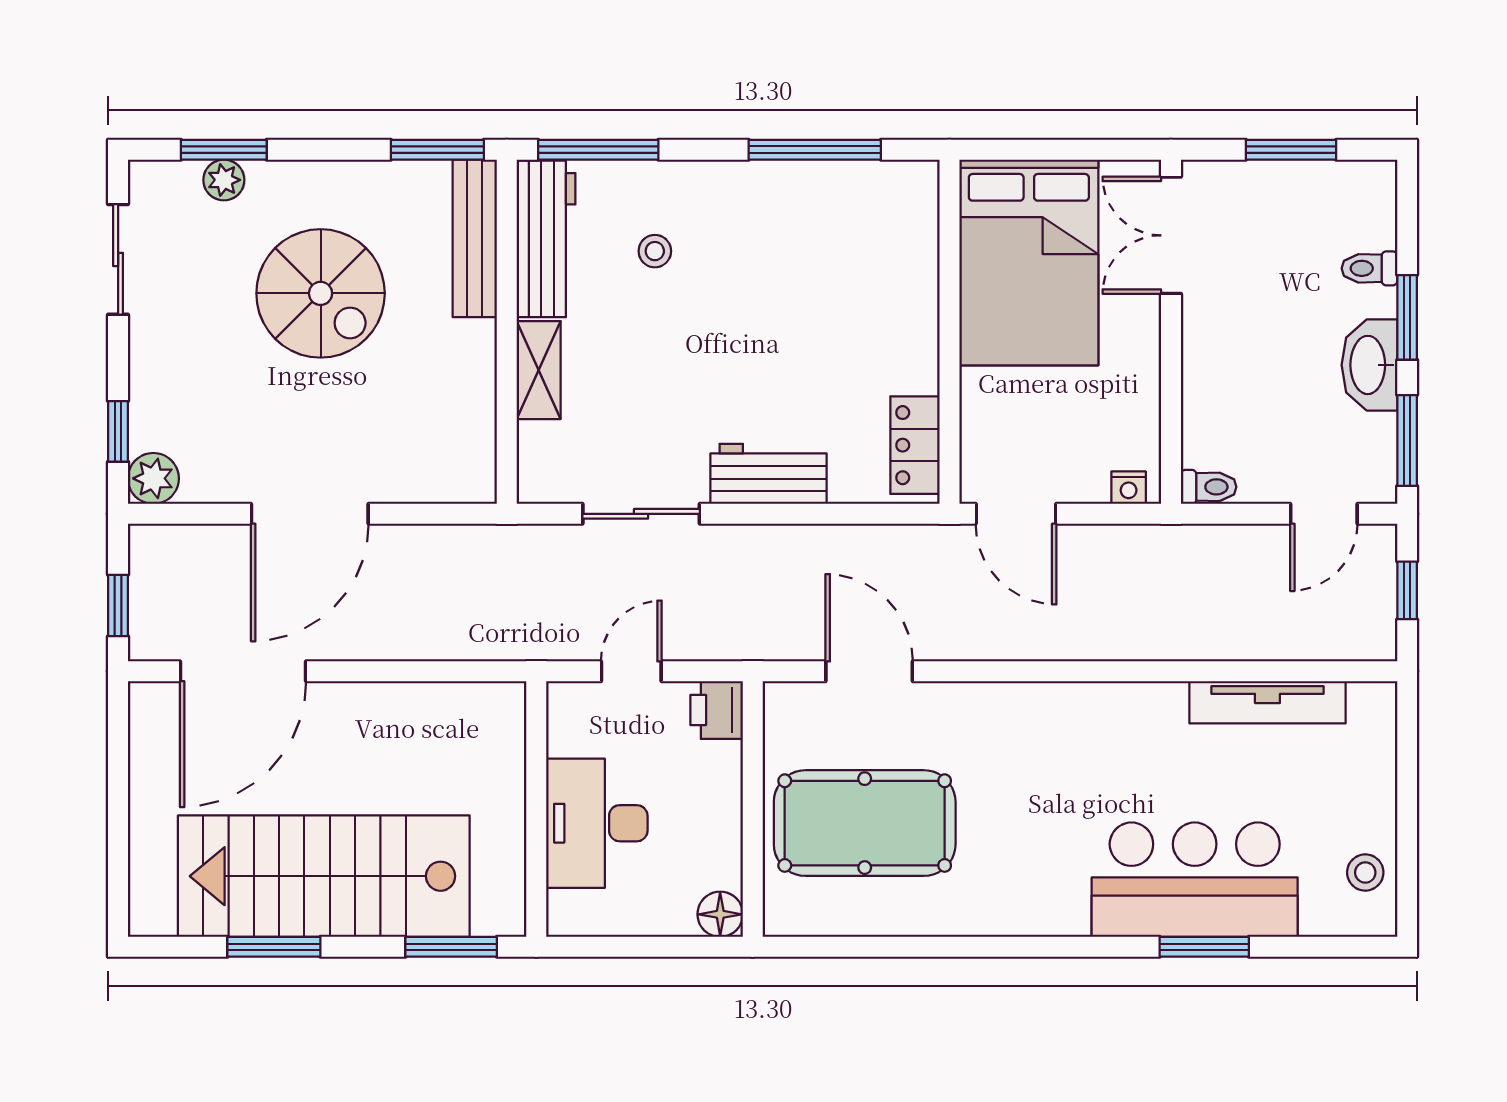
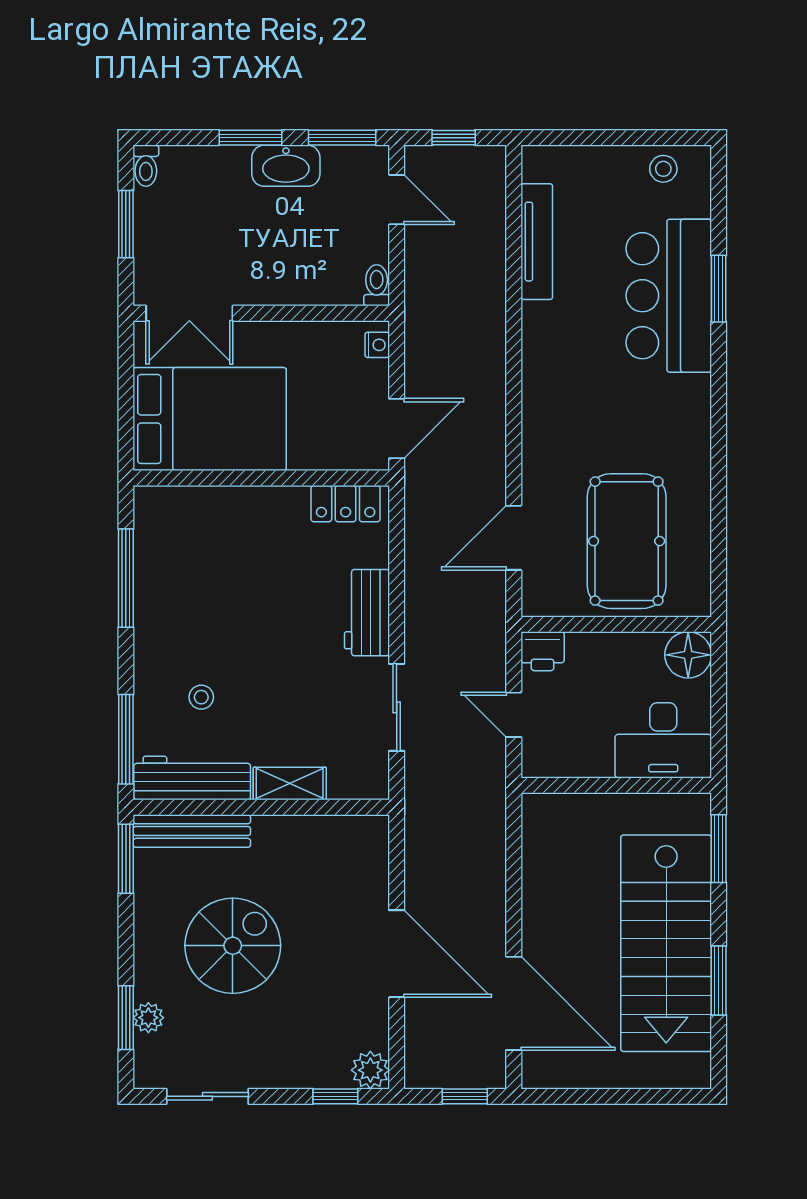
toilet: (1370, 268) -> (146, 166), moved
desk: (597, 823) -> (663, 740), moved
floor lamp: (720, 914) -> (688, 655), width x1.38, depth x1.38

